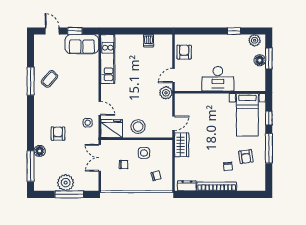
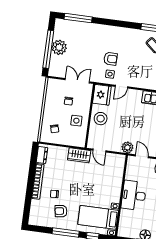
armchair: (58, 134) -> (110, 59), moved
floor lamp: (40, 151) -> (91, 28), removed
window: (69, 194) -> (48, 49), width x1.46

